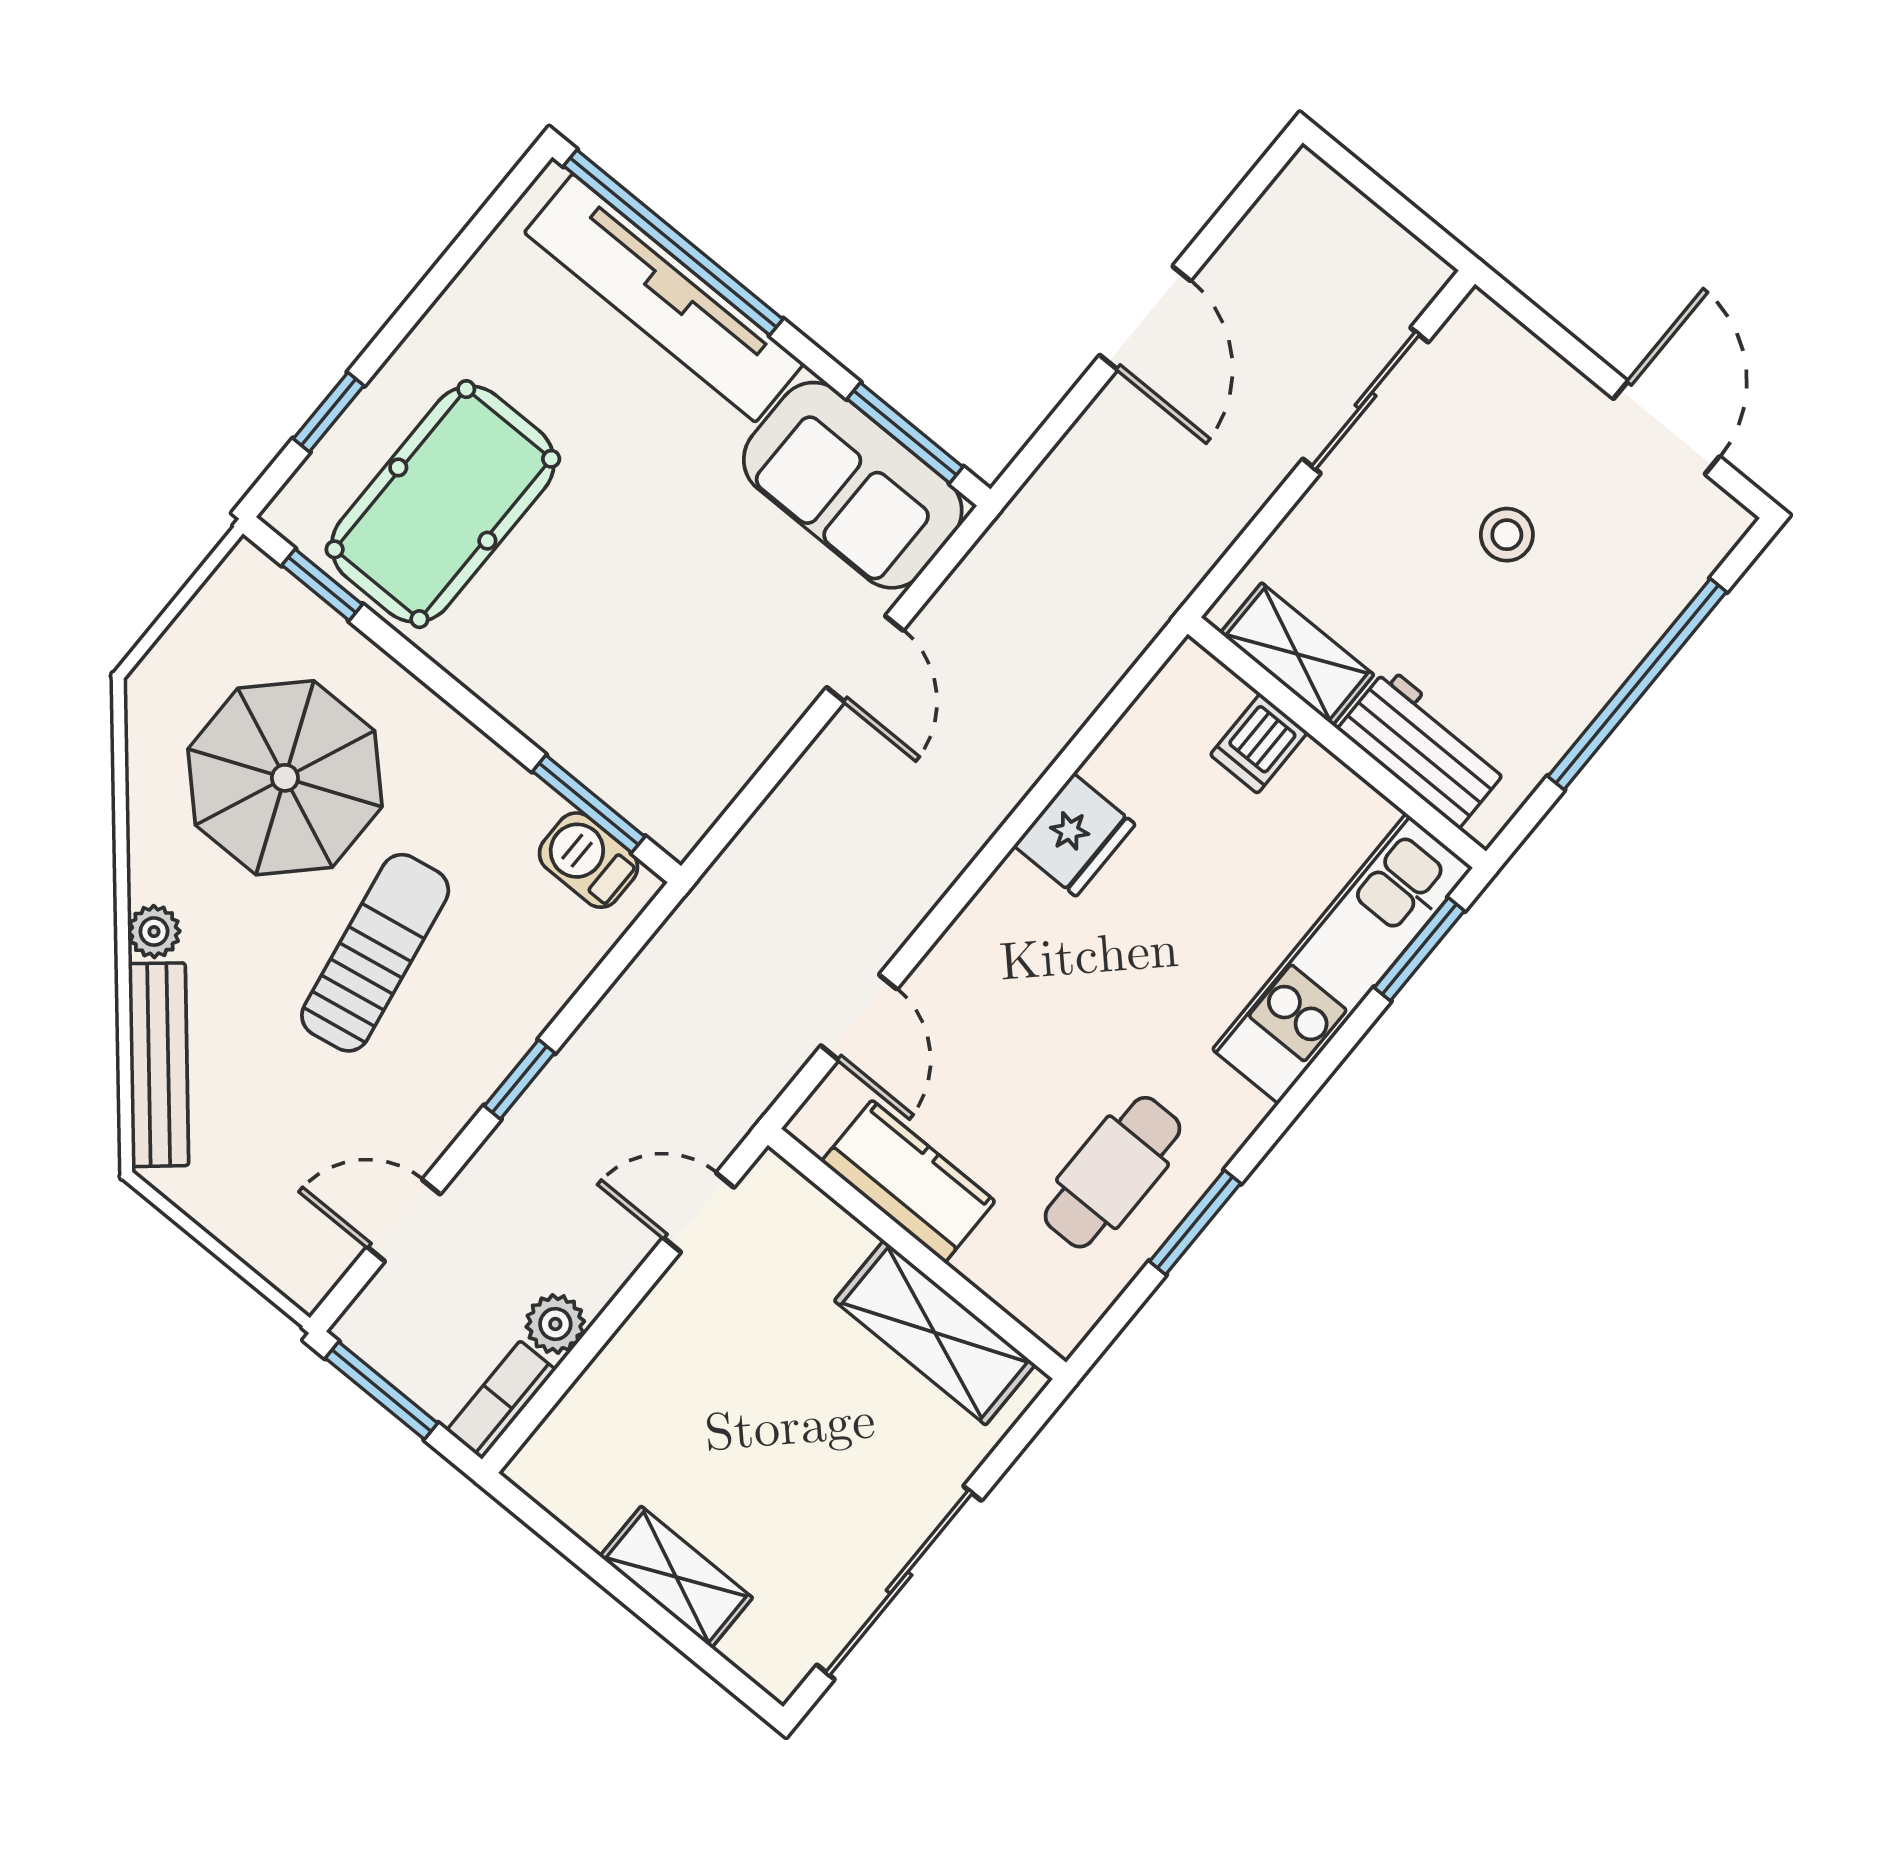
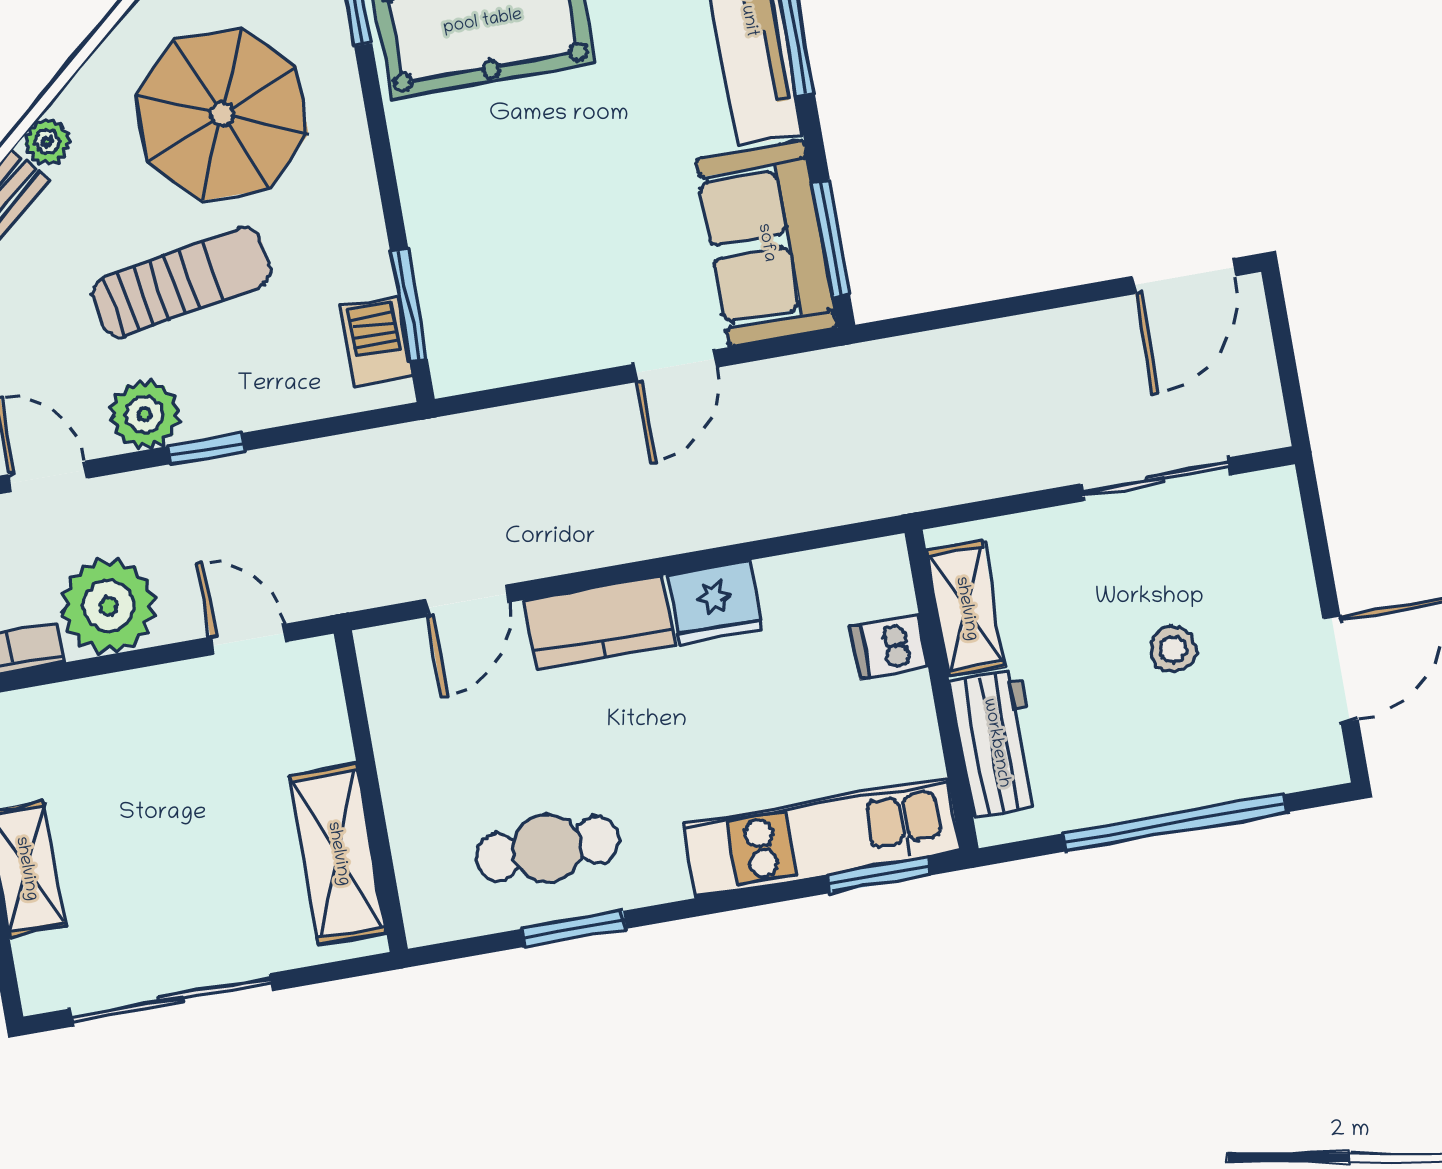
door: (1145, 318) -> (1184, 276), moved
plant: (441, 1095) -> (145, 415), added
kitchen counter: (908, 1181) -> (600, 622), moved, turned 90
plant: (555, 1324) -> (108, 606), width x1.87, depth x1.87

